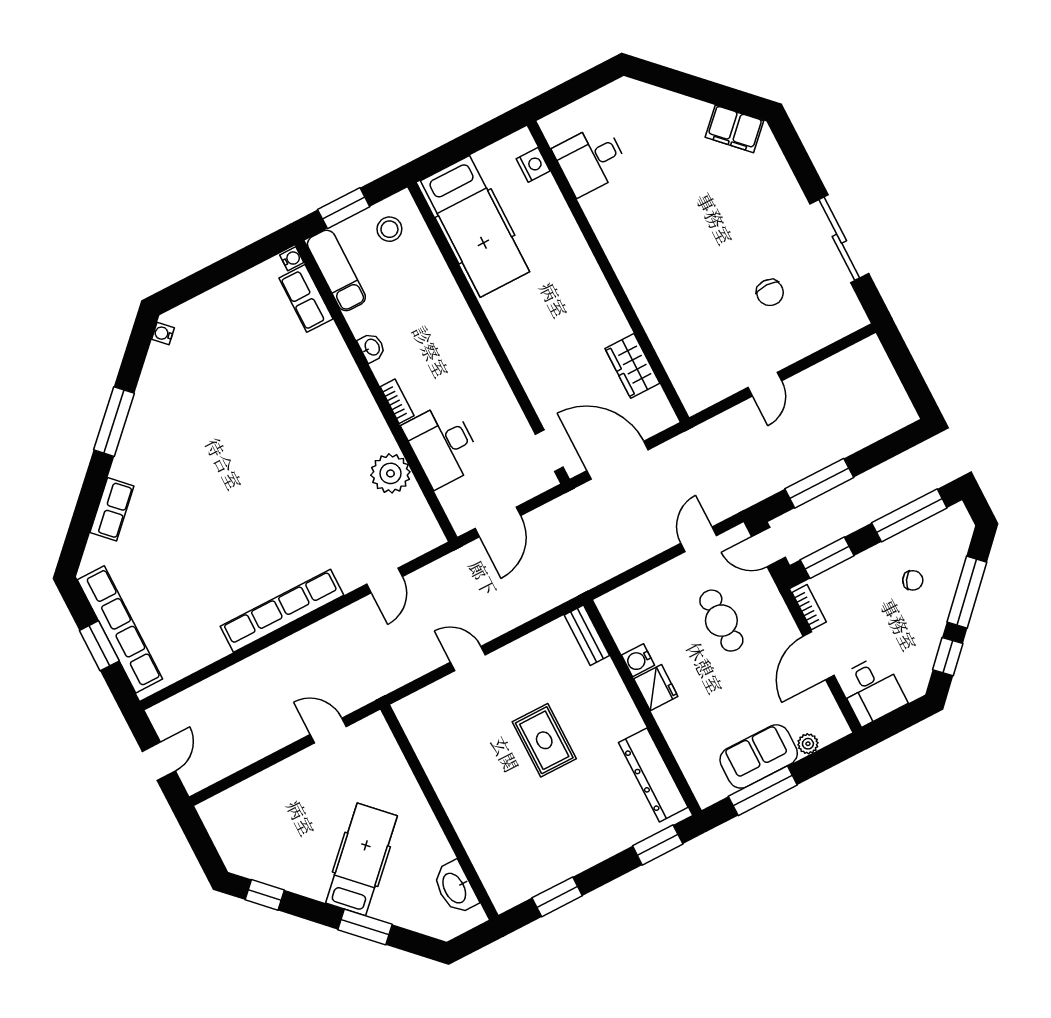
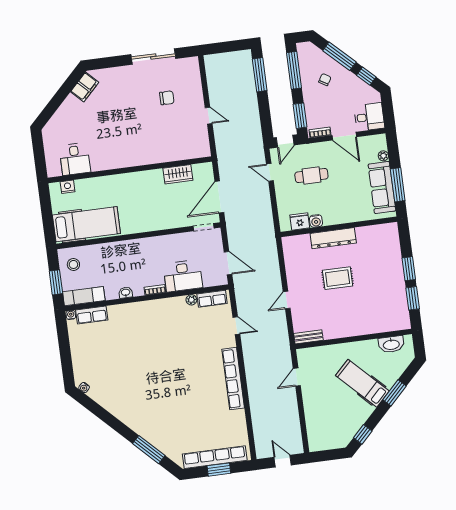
window: (114, 422) -> (149, 450), moved
plant: (390, 473) -> (191, 300), width x0.53, depth x0.53
window: (819, 483) -> (260, 75), moved
row of seats: (112, 509) -> (212, 299), moved, turned 135
bench: (587, 635) -> (308, 337), moved
fridge: (656, 688) -> (300, 221), moved
sofa: (759, 756) -> (382, 188), width x1.36
dresser: (653, 775) -> (333, 238), moved
window: (658, 845) -> (409, 269), moved

